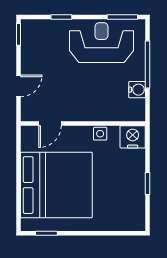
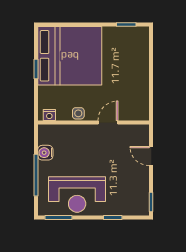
door: (19, 86) -> (151, 156), hinge flipped
door: (50, 123) -> (108, 123), moved
nightstand: (133, 137) -> (49, 115), width x0.53, depth x0.56
bed: (56, 185) -> (70, 56), moved, turned 180

